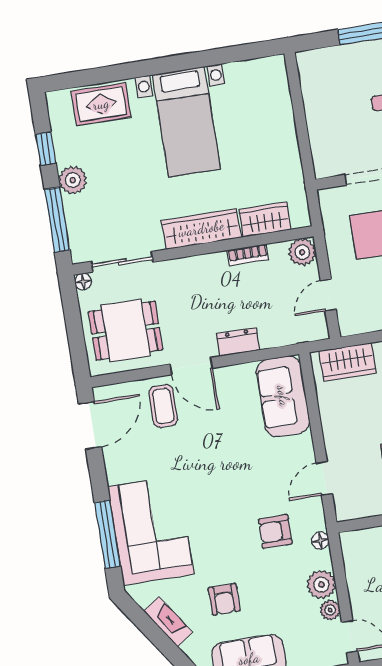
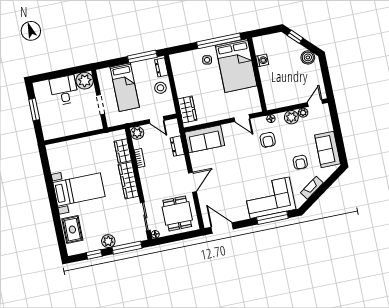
dresser: (238, 342) -> (177, 146), moved
coffee table: (163, 406) -> (212, 194), removed
armchair: (224, 599) -> (300, 162), turned 90

